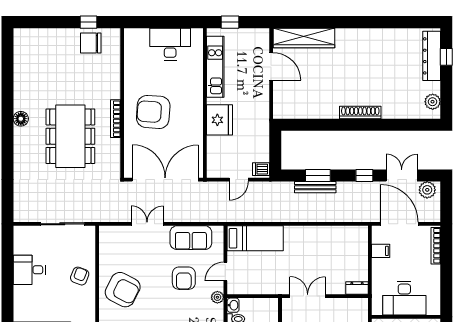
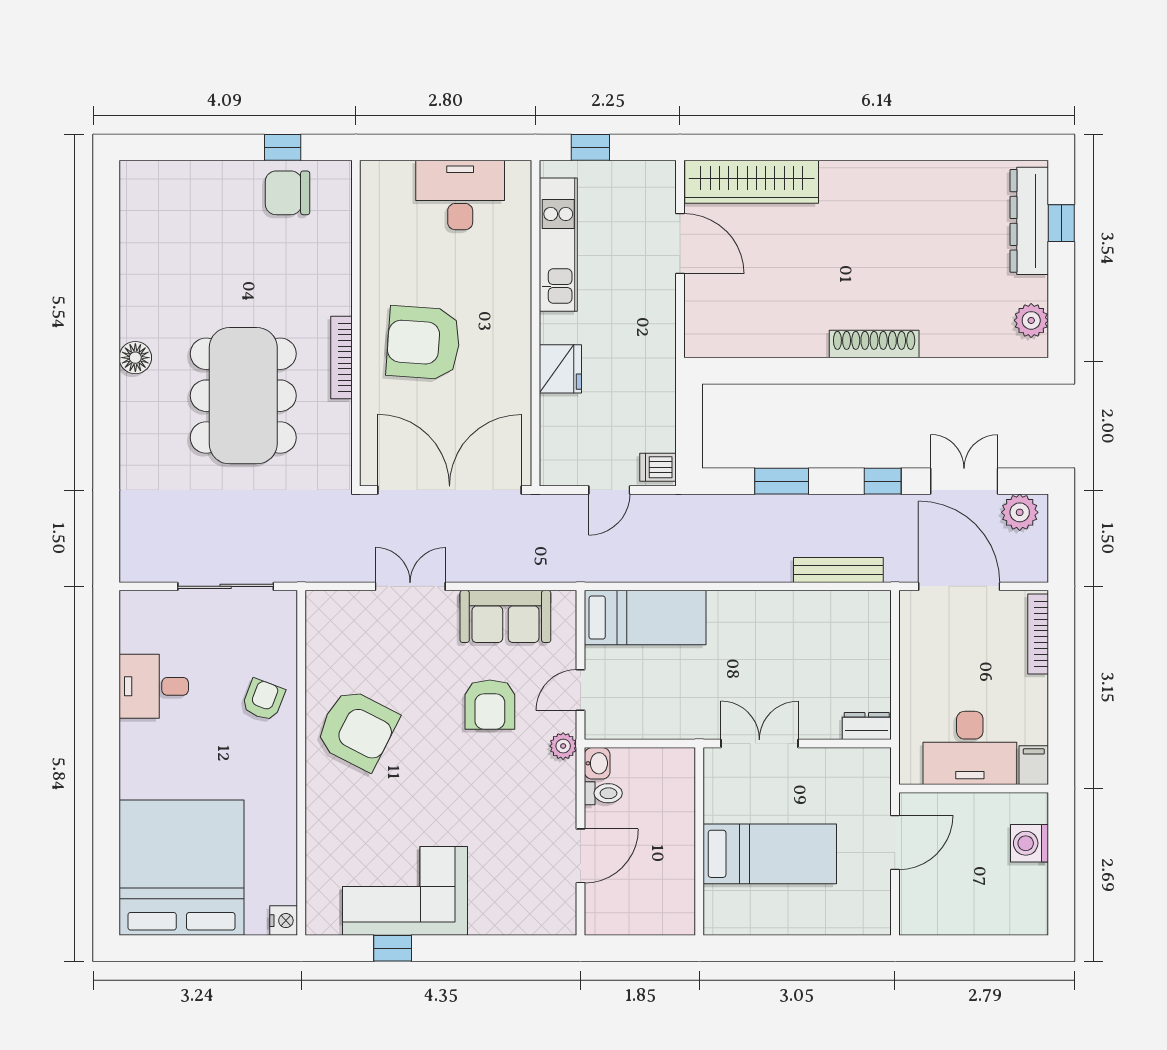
fridge: (219, 120) -> (560, 369), width x0.73, depth x0.75
bench: (315, 187) -> (838, 570), moved
filing cabinet: (381, 251) -> (1034, 765), moved, turned -90

